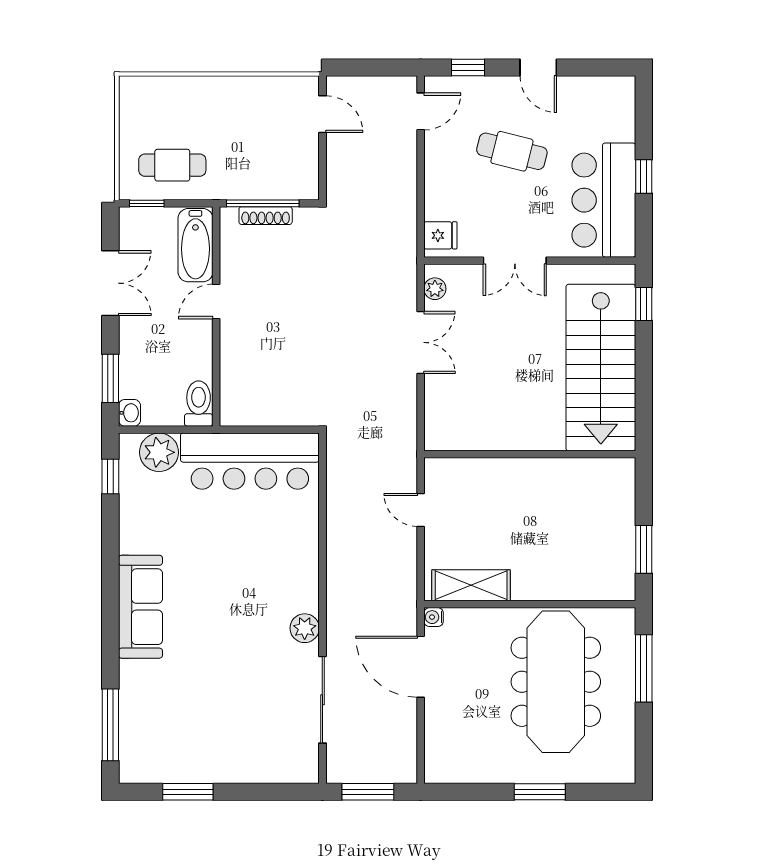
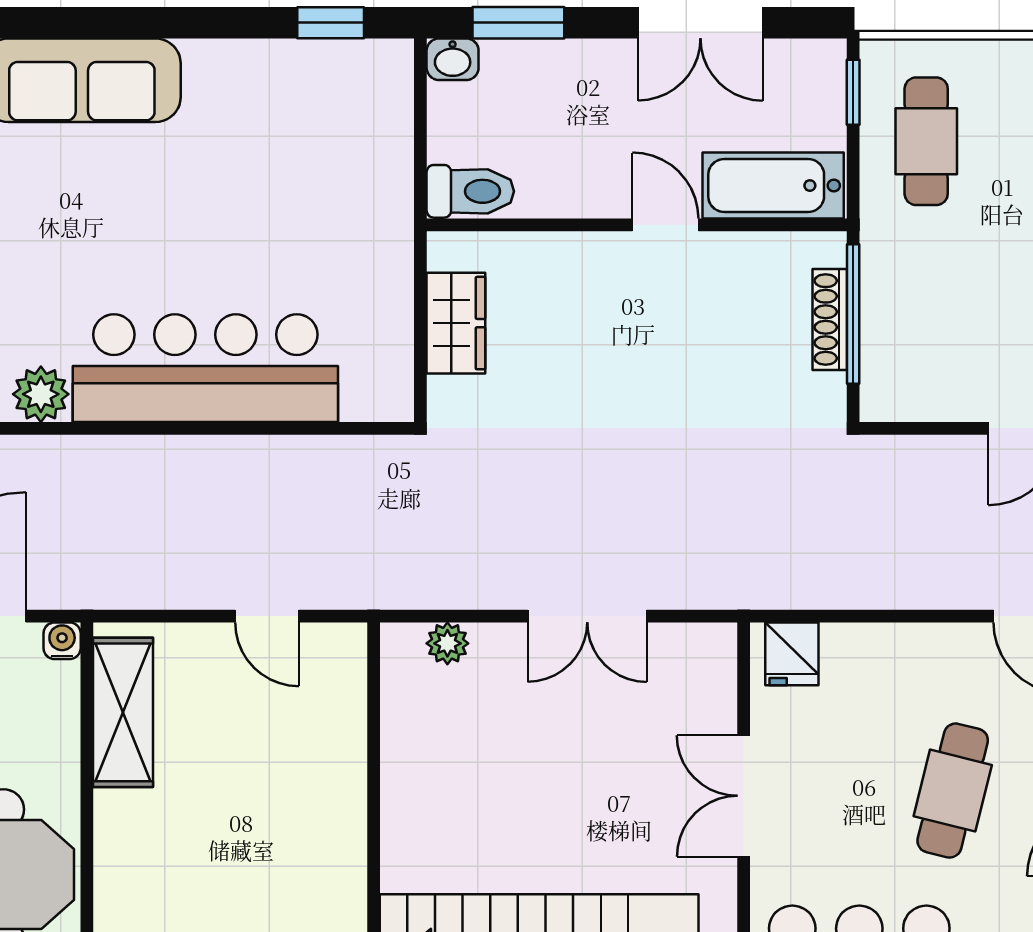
plant: (435, 289) -> (447, 643), moved
wardrobe: (267, 411) -> (456, 323), added
plant: (159, 452) -> (377, 116), removed
bar counter: (250, 461) -> (205, 368), moved, turned 90
door: (421, 510) -> (267, 616), swing flipped

